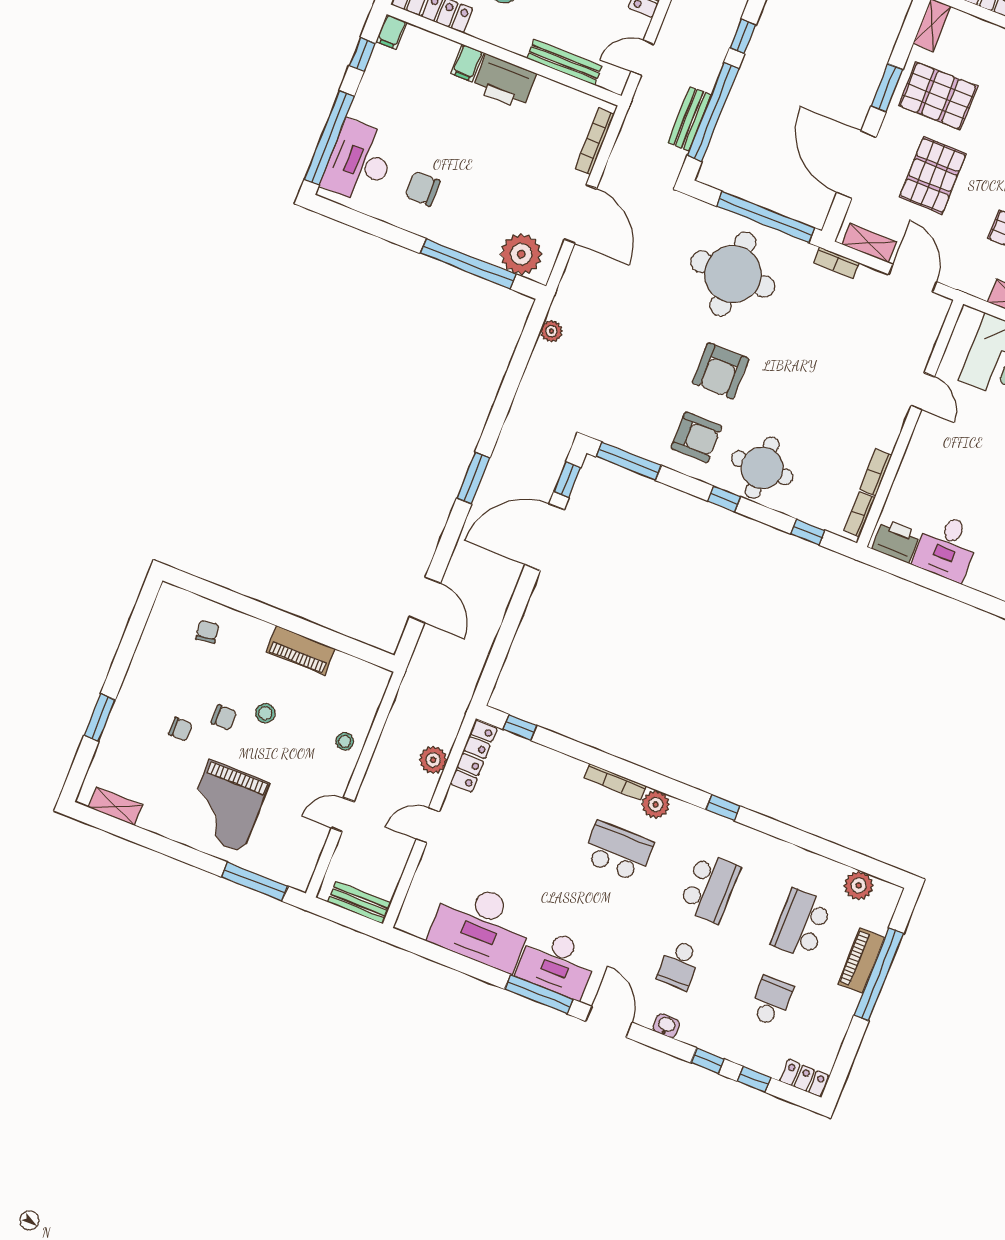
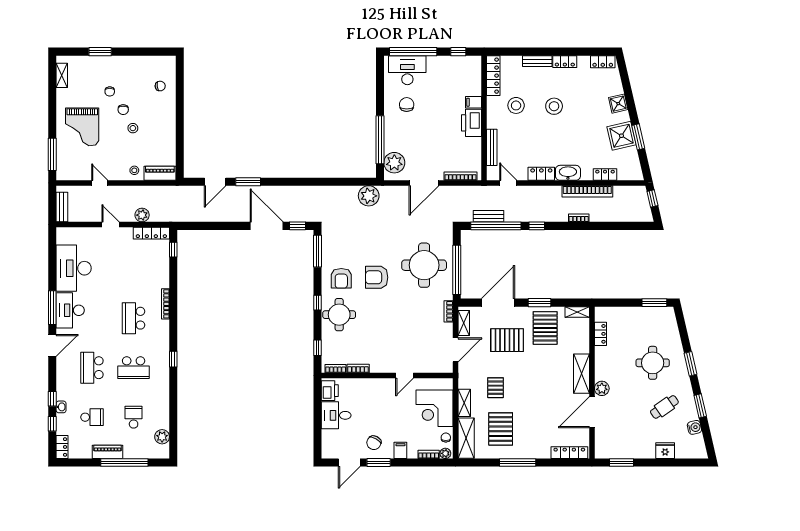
filing cabinet: (391, 32) -> (474, 61), removed
plant: (551, 331) -> (369, 196), width x1.88, depth x1.88
window: (473, 478) -> (248, 182), moved
piano: (301, 650) -> (160, 173), moved, turned 90
plant: (656, 804) -> (162, 327), removed
grand piano: (226, 806) -> (82, 127), turned -90
school desk: (618, 851) -> (134, 318), turned 180
school desk: (801, 924) -> (134, 417), width x0.54
piano: (861, 961) -> (108, 452), moved
school desk: (679, 965) -> (92, 368), width x1.85
washbasin: (666, 1026) -> (61, 407), moved

